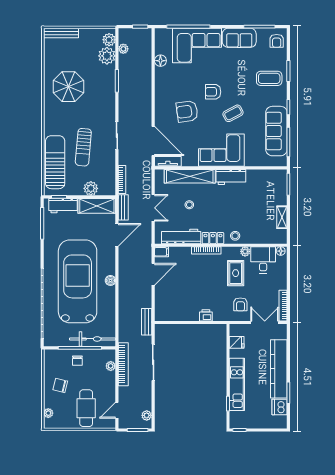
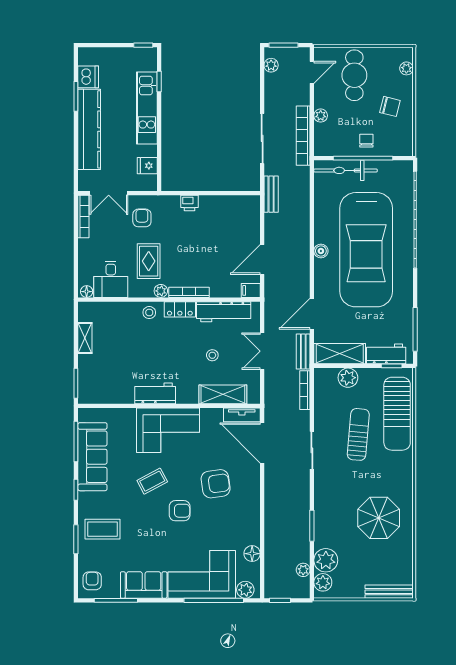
plant: (165, 34) -> (245, 590), added
shelving: (190, 176) -> (223, 394), width x0.68
plant: (245, 251) -> (161, 291), moved
plant: (111, 366) -> (321, 116), moved

